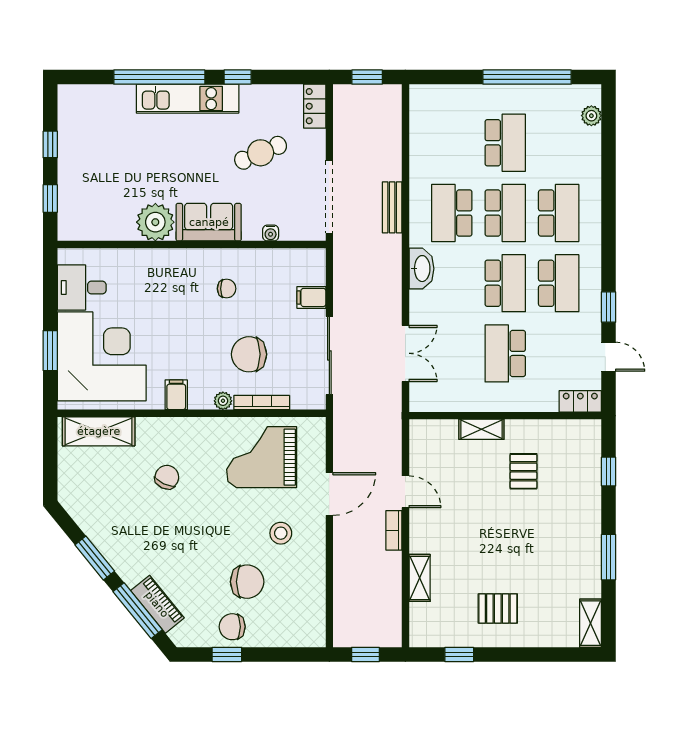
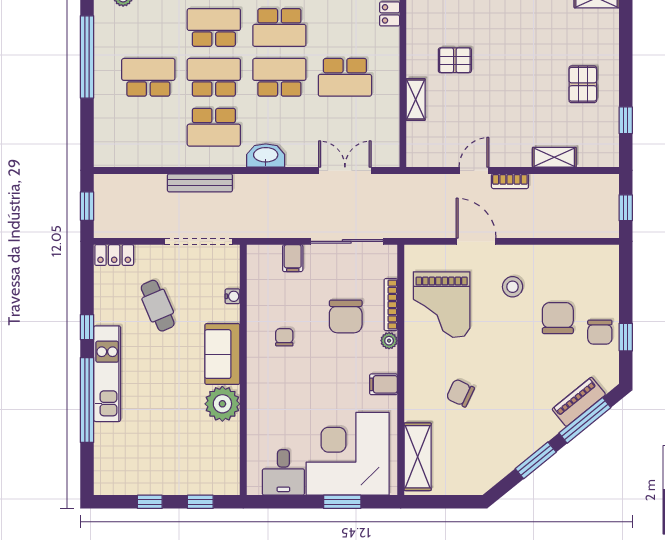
bench: (392, 207) -> (200, 183), width x1.36
school desk: (559, 283) -> (279, 27), turned 180

